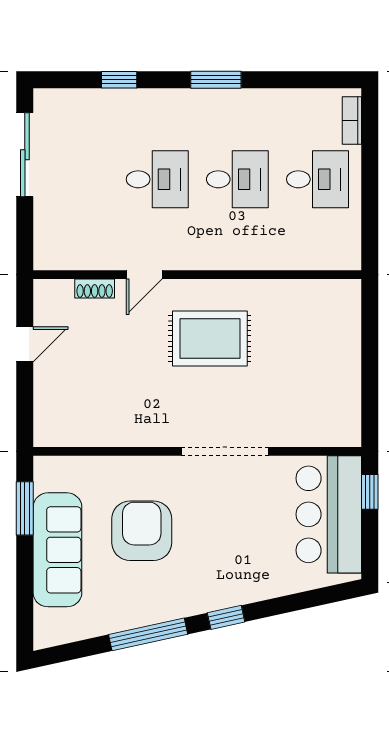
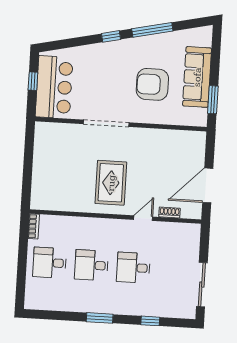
bookcase: (352, 121) -> (34, 226), moved
rug: (210, 339) -> (111, 183), turned 90
door: (25, 344) -> (208, 185), width x1.87
window: (370, 492) -> (33, 81), moved
armchair: (142, 531) -> (152, 84), turned 90

